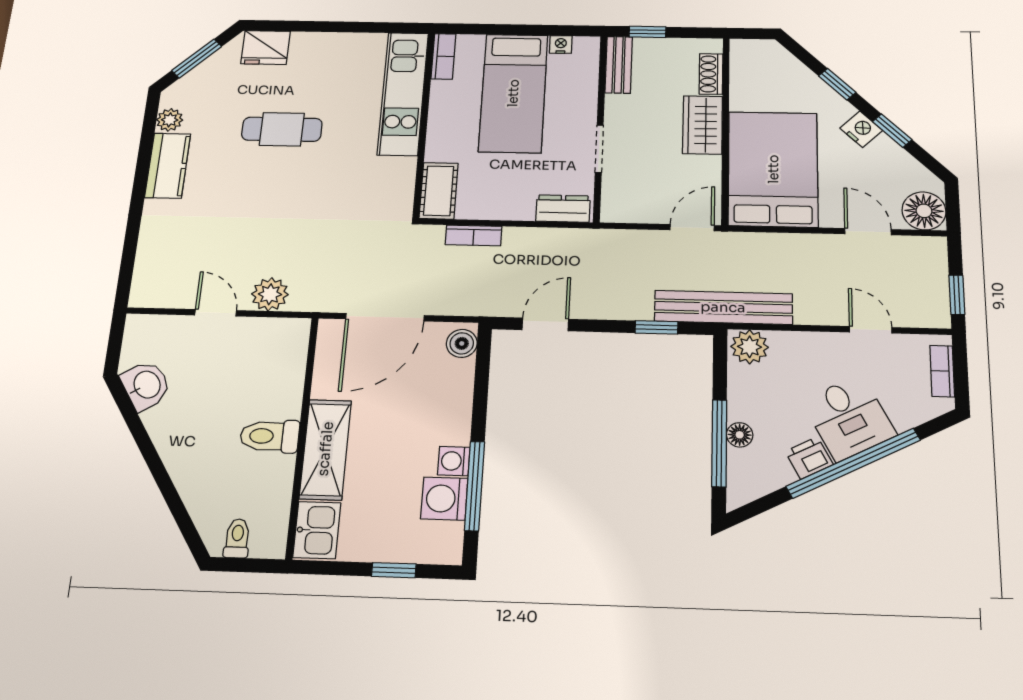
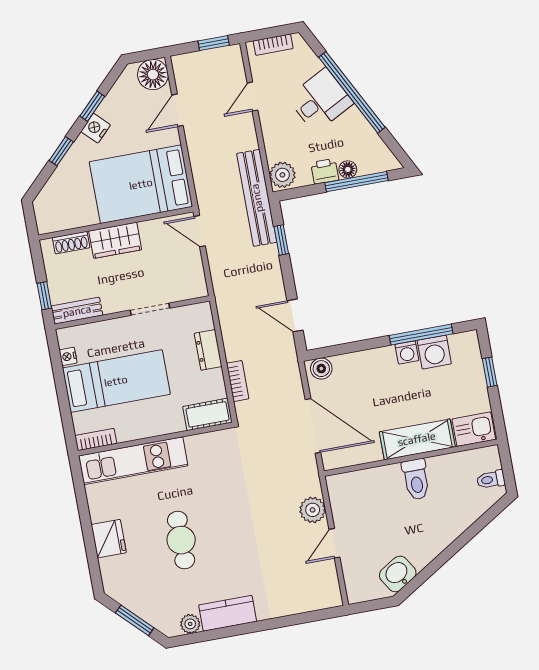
fridge: (266, 47) -> (109, 539), moved
dresser: (563, 209) -> (208, 350), moved
printer: (809, 458) -> (325, 171), moved, turned 118

